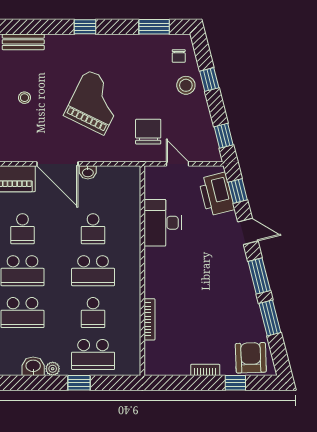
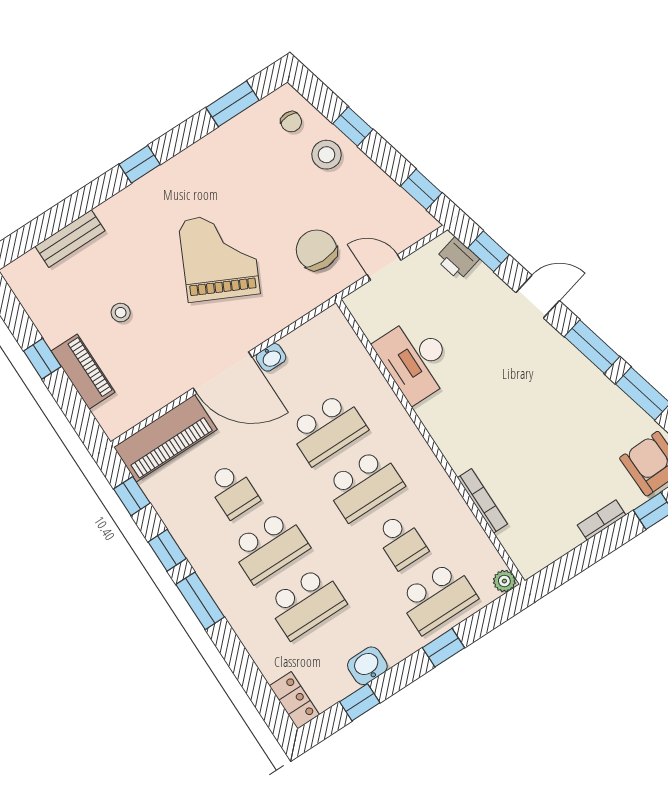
printer: (217, 194) -> (457, 259), width x0.53, depth x0.68
school desk: (93, 229) -> (327, 429), width x1.85
plant: (53, 369) -> (504, 581), moved
window: (17, 383) -> (360, 702), added

